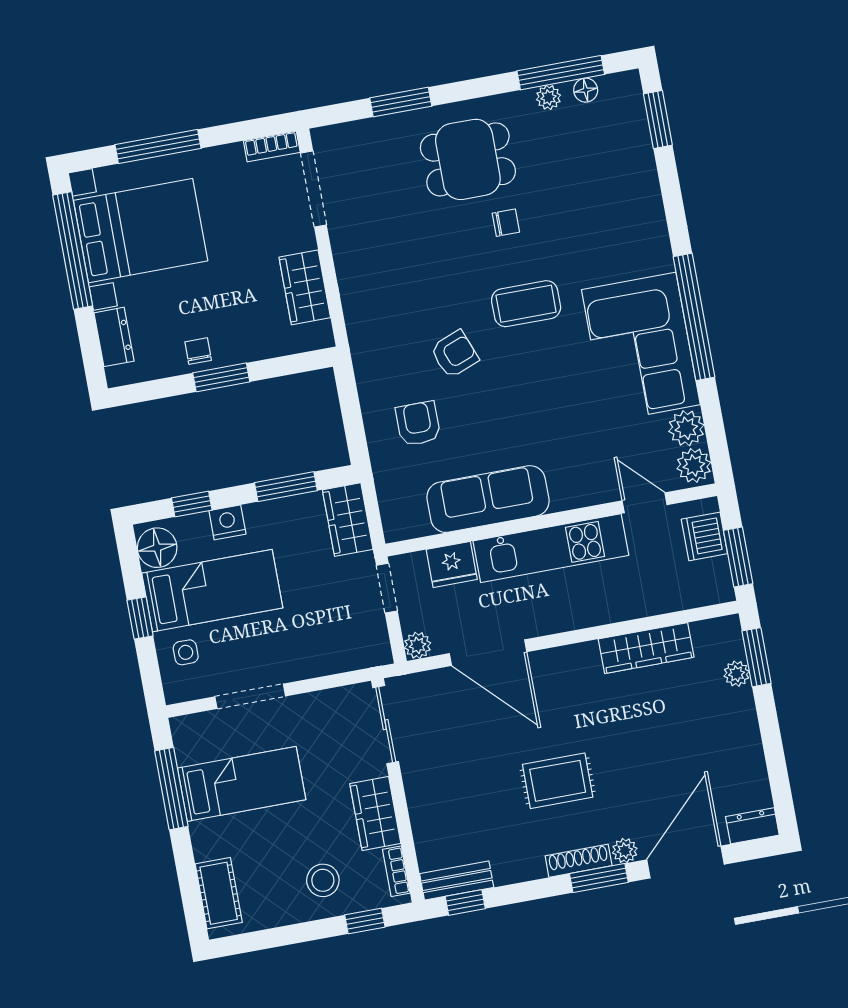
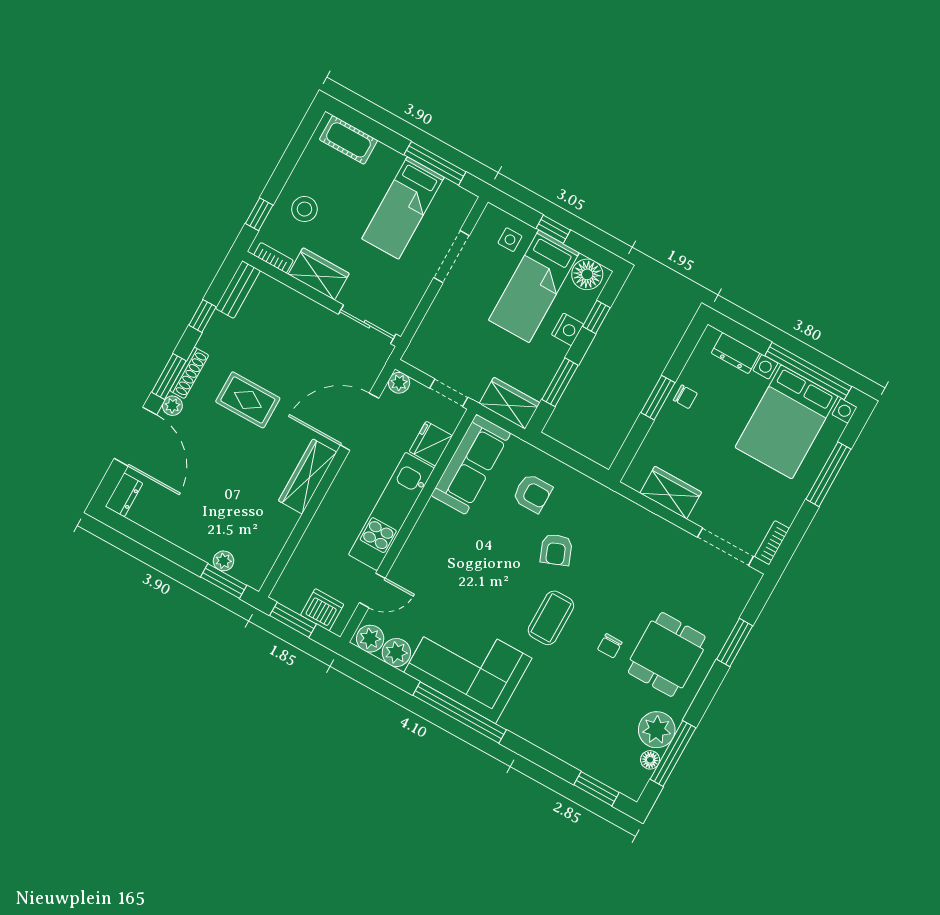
plant: (548, 97) -> (657, 730), width x1.88, depth x1.88
sofa: (488, 499) -> (471, 464), moved
wardrobe: (646, 648) -> (308, 476), moved
rug: (558, 781) -> (248, 400), turned 90
window: (465, 903) -> (202, 316), moved

